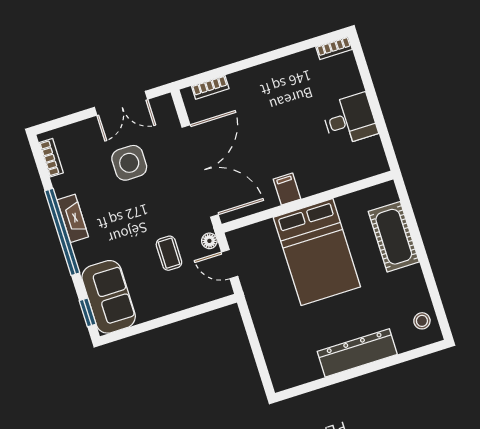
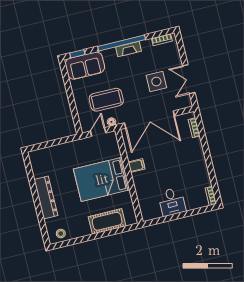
coffee table: (169, 253) -> (106, 100), width x1.86, depth x1.72

